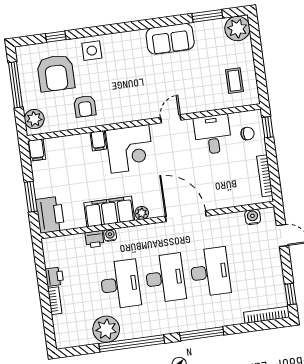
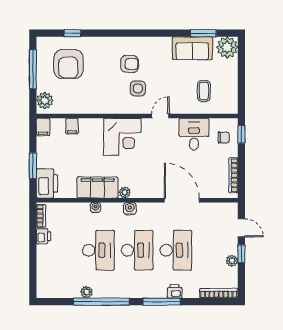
sofa: (170, 39) -> (192, 48), moved
side table: (92, 51) -> (138, 88), moved
coffee table: (234, 81) -> (204, 91), moved
armchair: (85, 106) -> (129, 64), moved, turned -90
filing cabinet: (98, 141) -> (72, 126), moved
door: (186, 216) -> (182, 200), moved
water cooler: (253, 217) -> (130, 209), moved
printer: (94, 239) -> (175, 291), moved, turned 180
plant: (277, 275) -> (232, 261), added
window: (290, 294) -> (241, 254), moved
bookcase: (55, 301) -> (41, 216), moved
plant: (106, 329) -> (87, 292), width x0.53, depth x0.53

